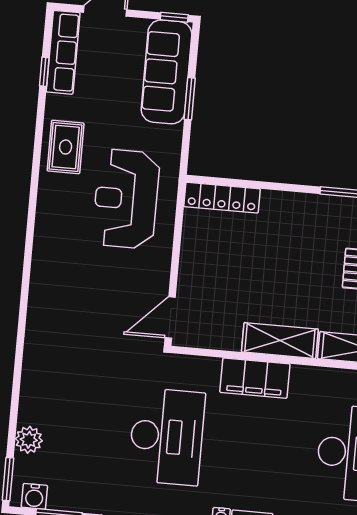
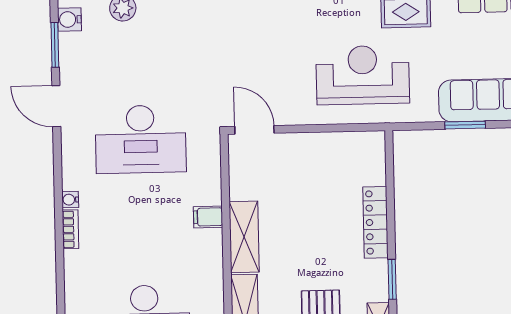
locker: (222, 198) -> (375, 222), moved
filing cabinet: (255, 378) -> (208, 217), width x0.33, depth x0.86

